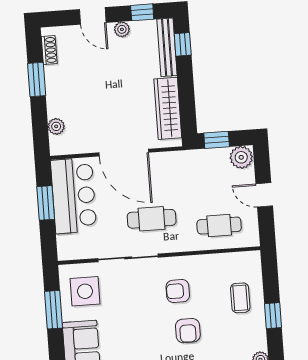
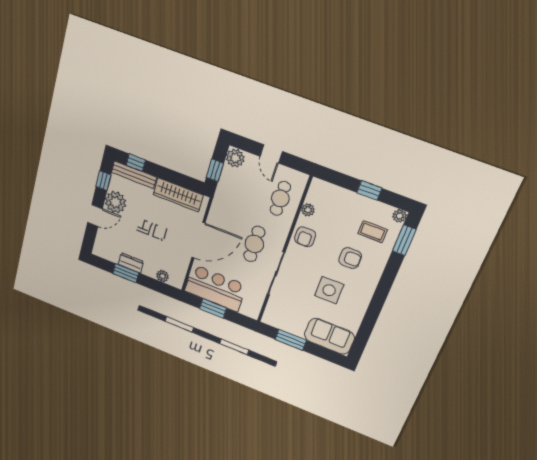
plant: (122, 29) -> (116, 202), width x1.88, depth x1.88
shoe rack: (49, 50) -> (109, 255), removed
dresser: (54, 81) -> (131, 263), added
door: (264, 195) -> (271, 154), hinge flipped
plant: (221, 261) -> (308, 210), added
side table: (85, 291) -> (329, 290), moved
armchair: (178, 291) -> (305, 237), moved
coffee table: (240, 298) -> (373, 232), moved

